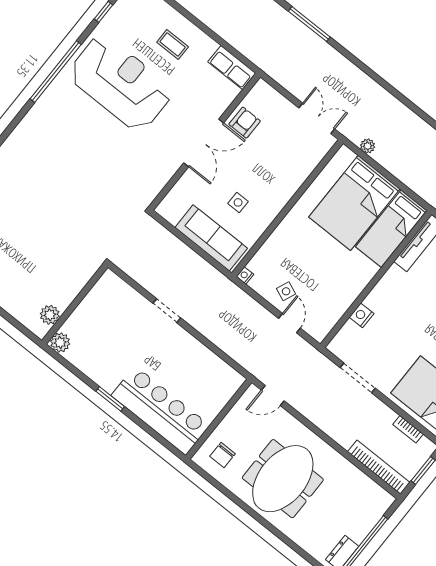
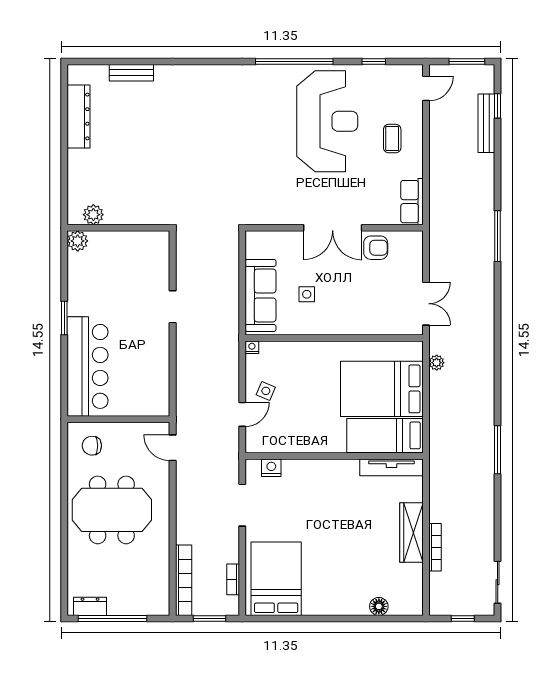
nightstand: (362, 315) -> (271, 468), moved

